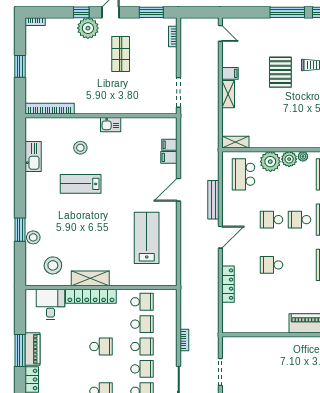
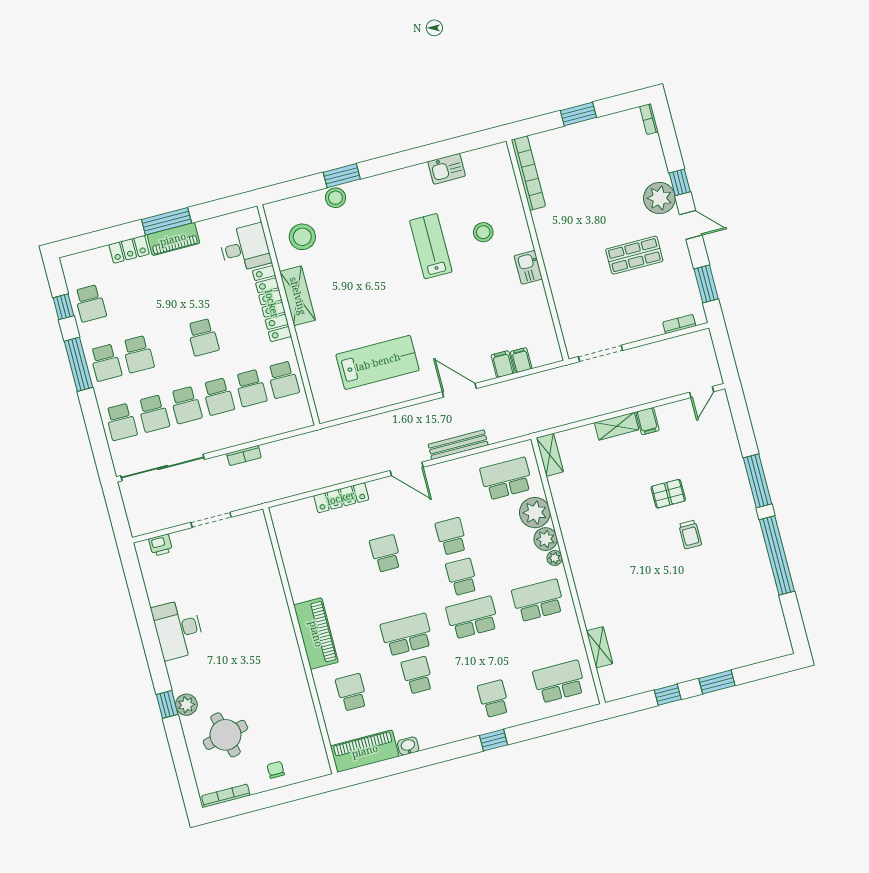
pallet: (280, 72) -> (668, 494), width x0.67, depth x0.71
kitchen sink: (33, 157) -> (447, 169), width x0.73

